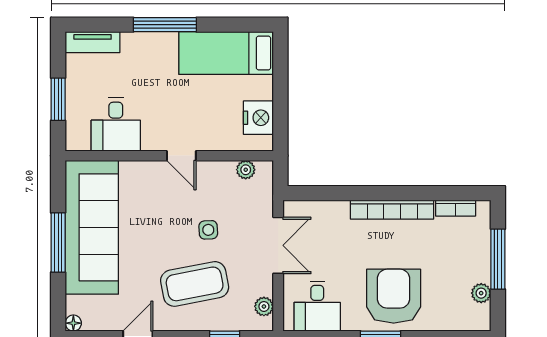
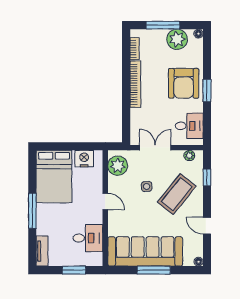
bed: (226, 53) -> (54, 177), width x1.50
door: (181, 156) -> (105, 202), hinge flipped
plant: (246, 170) -> (118, 166), width x1.88, depth x1.88
coffee table: (195, 284) -> (177, 194), turned 50
plant: (481, 293) -> (177, 39), width x1.88, depth x1.88
armchair: (394, 296) -> (184, 83), turned -90
floor lamp: (483, 323) -> (198, 34), added

